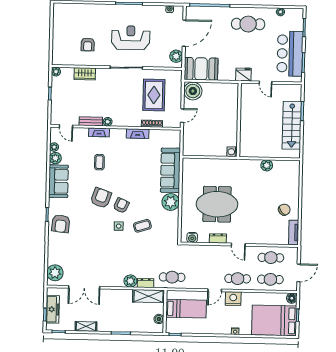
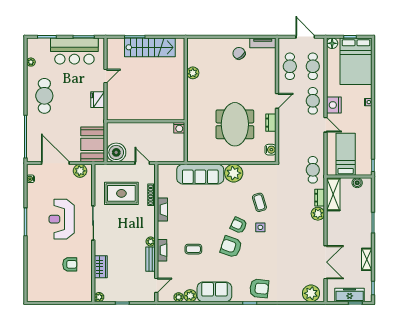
wall: (239, 120) -> (146, 121), moved
washing machine: (232, 152) -> (179, 128), moved

